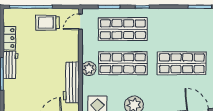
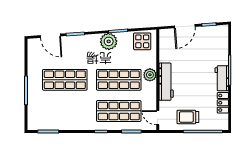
door: (80, 22) -> (158, 118), swing flipped
trolley: (47, 23) -> (188, 117), turned 180
workbench: (71, 82) -> (166, 82), moved

